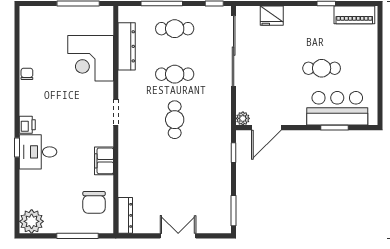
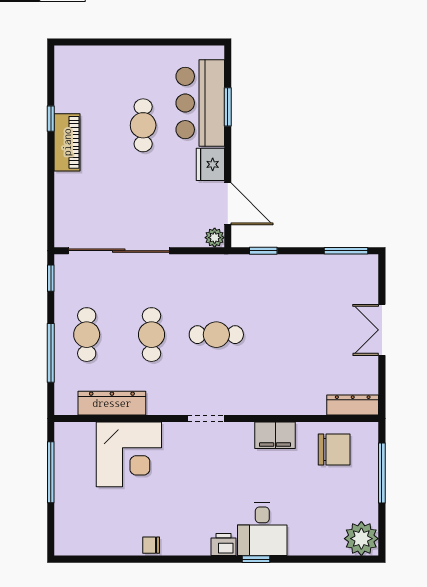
piano: (354, 15) -> (67, 142), moved
fridge: (272, 16) -> (210, 164), moved, turned 180

